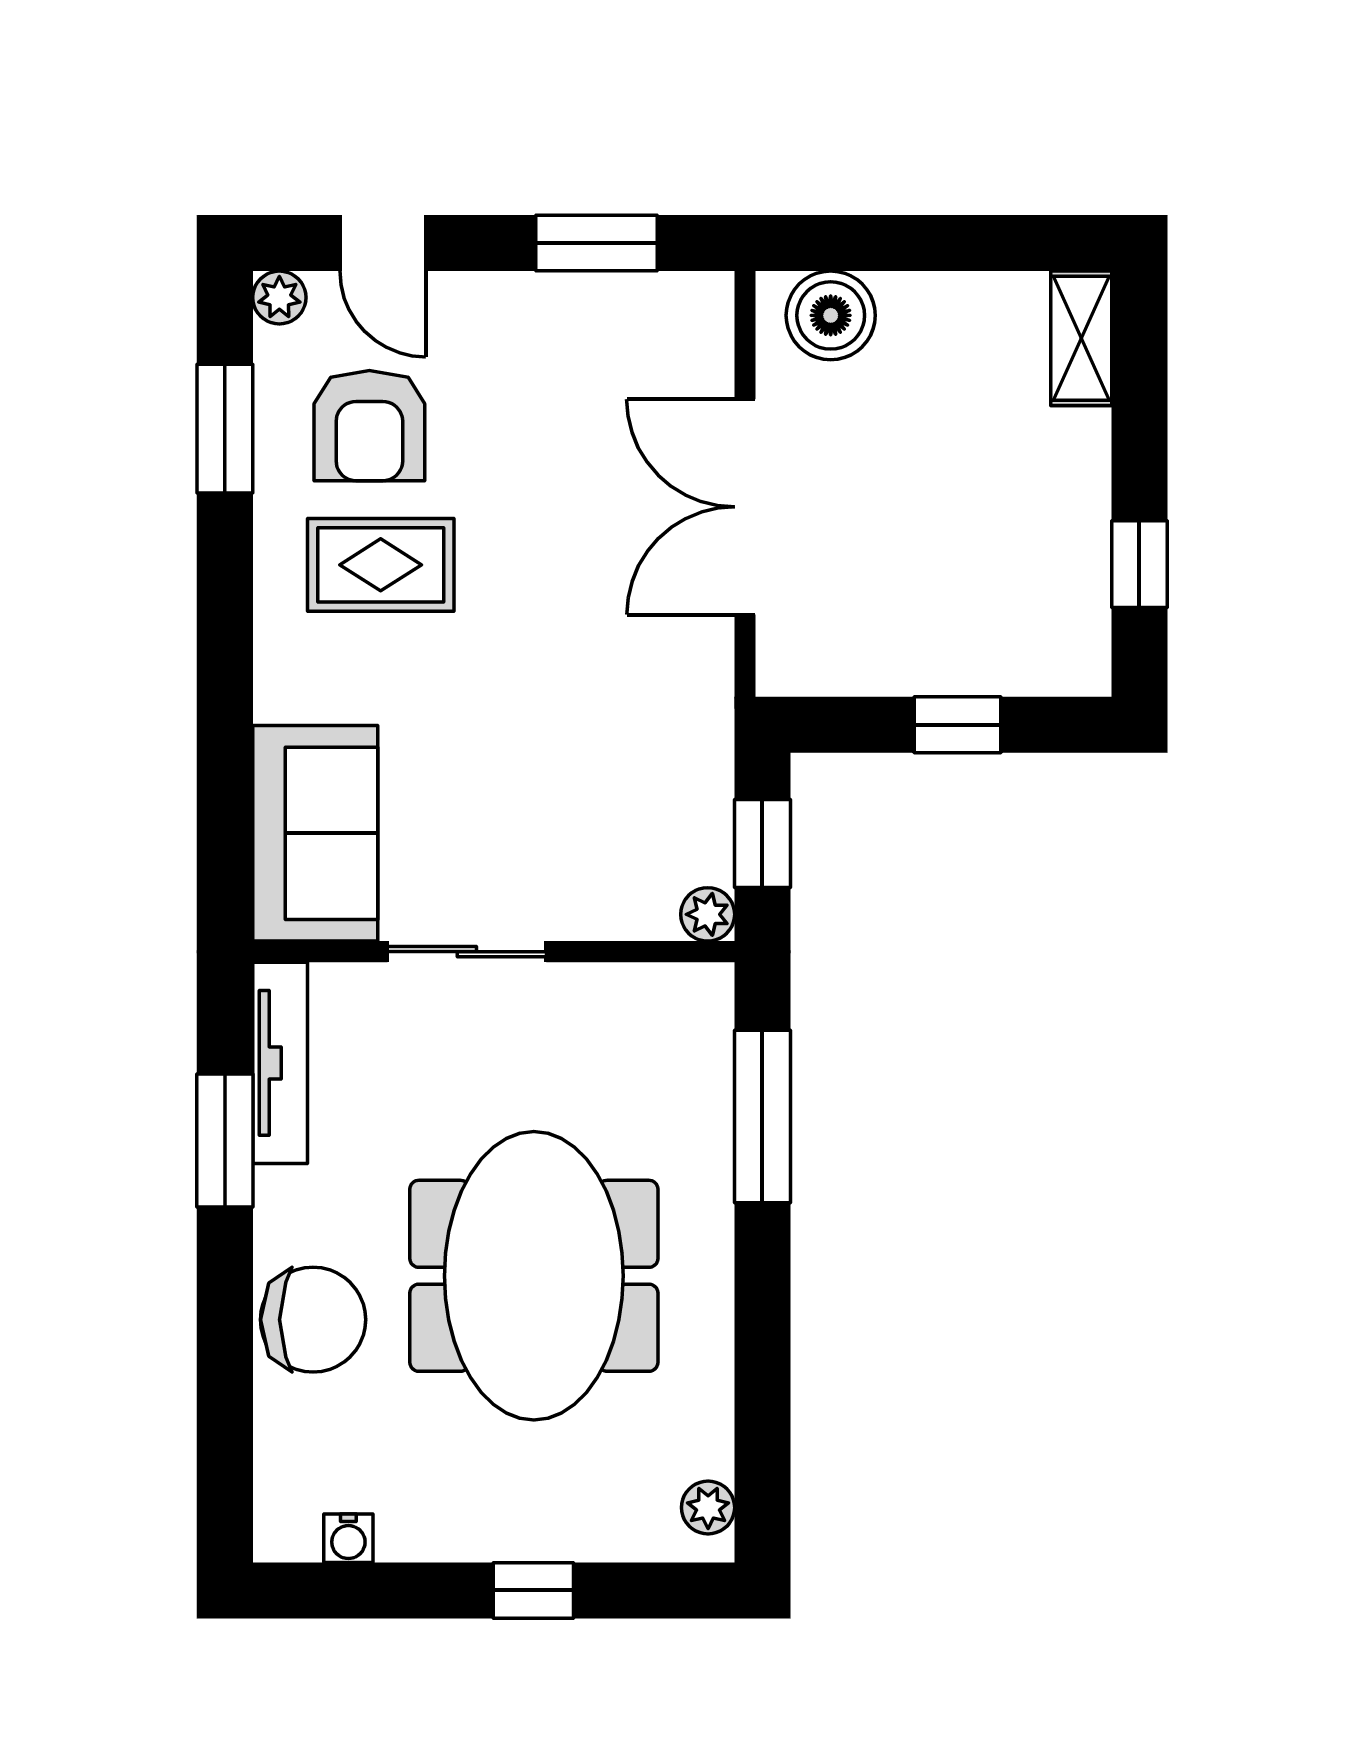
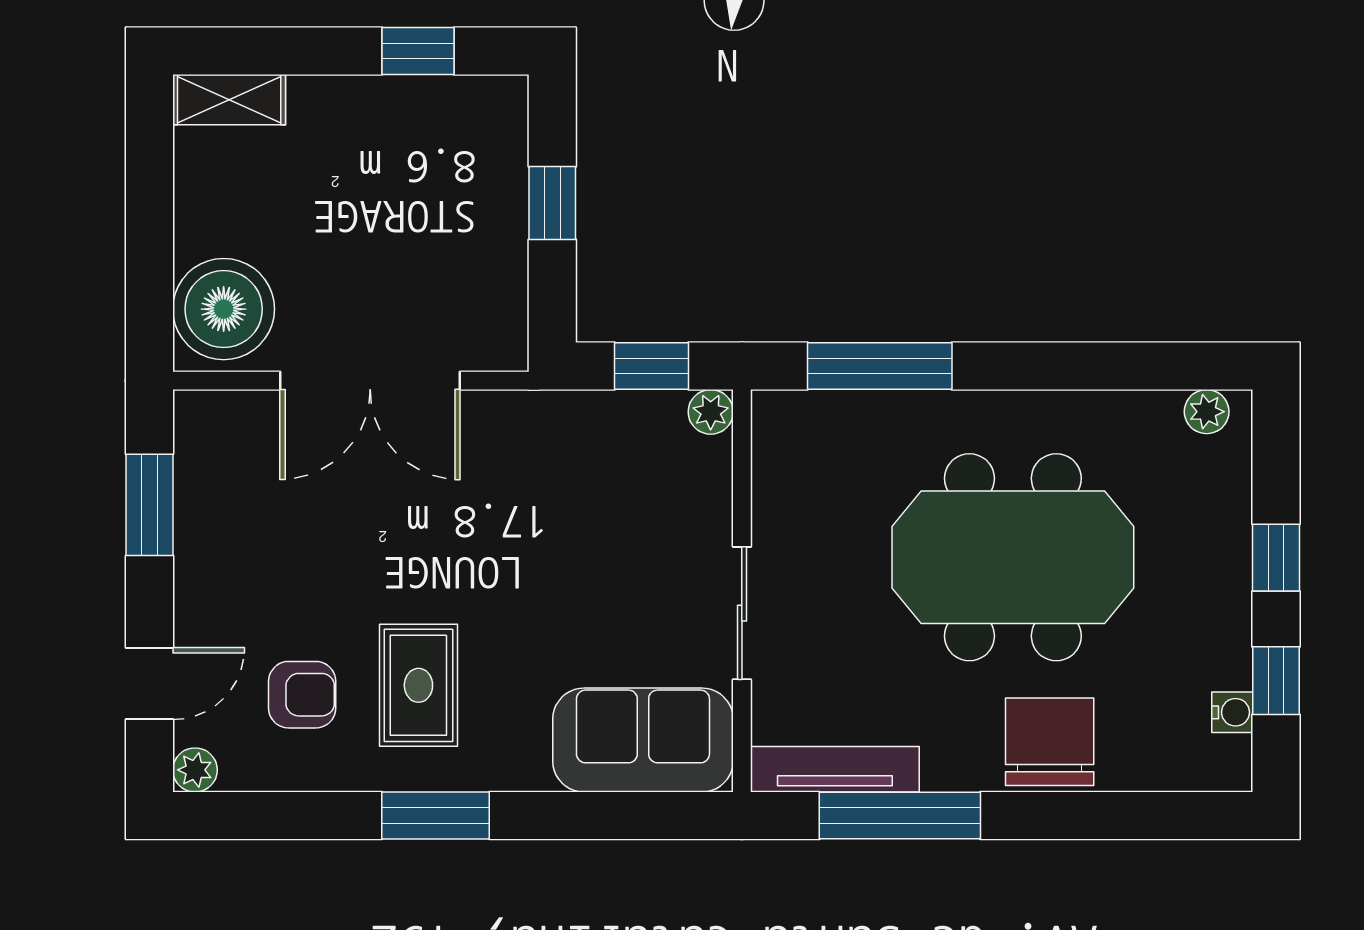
boiler: (831, 315) -> (224, 309), width x1.37, depth x1.37
armchair: (369, 426) -> (302, 695), width x0.72, depth x0.72
window: (225, 429) -> (436, 816), moved
window: (225, 1140) -> (900, 816), width x1.44
window: (386, 1590) -> (1276, 681), added

